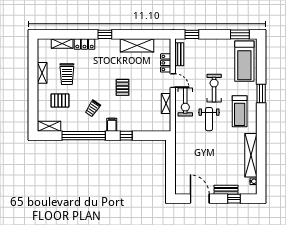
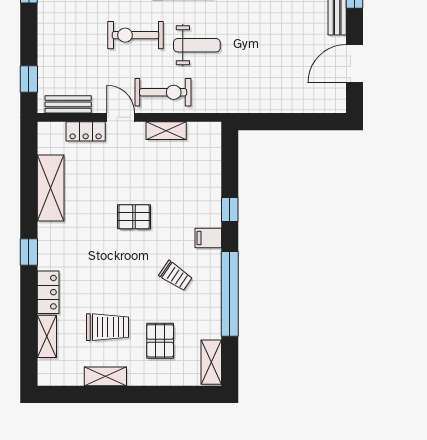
door: (173, 81) -> (121, 117), hinge flipped

